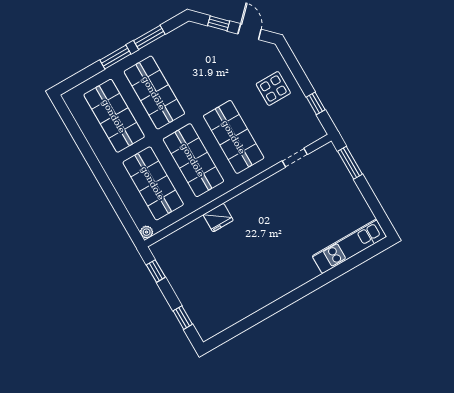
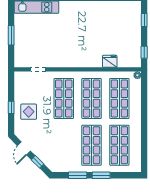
window: (316, 103) -> (11, 107), moved
window: (350, 163) -> (11, 35), moved
fridge: (218, 218) -> (110, 61), moved

